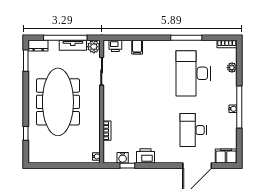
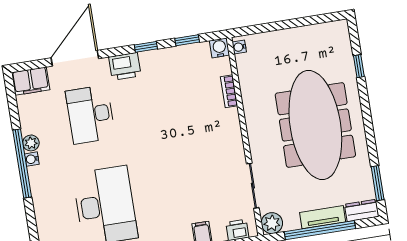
tv unit: (73, 45) -> (323, 217), moved
plant: (232, 68) -> (31, 143), moved
desk: (193, 130) -> (91, 114), turned 180
printer: (145, 156) -> (125, 66), moved
water cooler: (123, 158) -> (219, 48), moved
window: (153, 166) -> (146, 47), added

